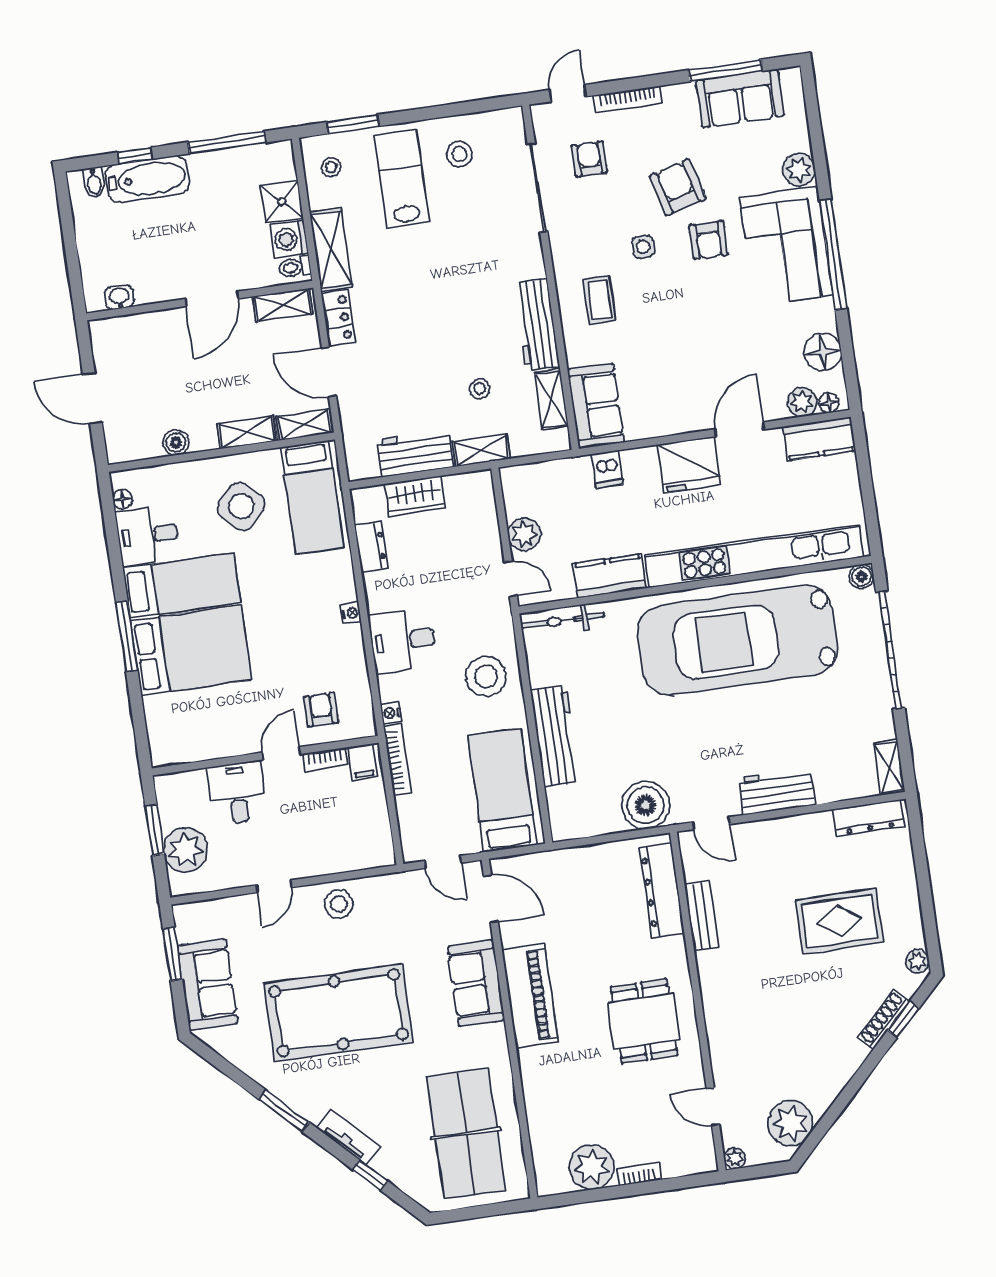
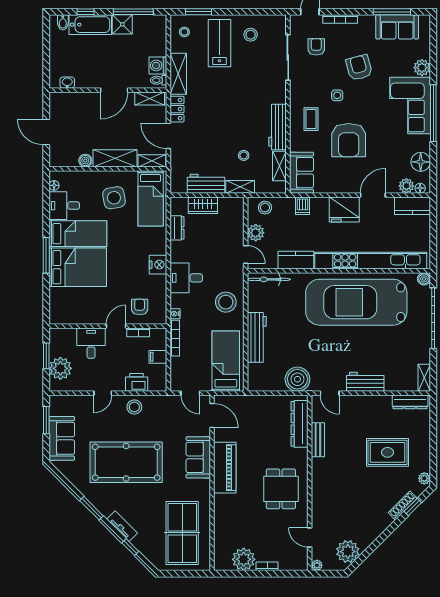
shower: (282, 202) -> (122, 24), moved
armchair: (709, 240) -> (349, 140), moved, width x1.88, depth x1.88
shelving: (247, 432) -> (115, 158), width x1.50, depth x1.33
stool: (535, 483) -> (265, 208), added
side table: (241, 506) -> (114, 198), turned 37
nightstand: (351, 613) -> (158, 265), width x1.89, depth x1.79
filing cabinet: (363, 762) -> (158, 357), moved, turned 90
printer: (336, 856) -> (137, 382), added

